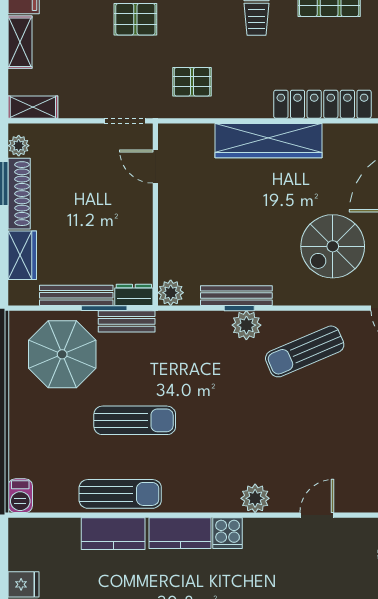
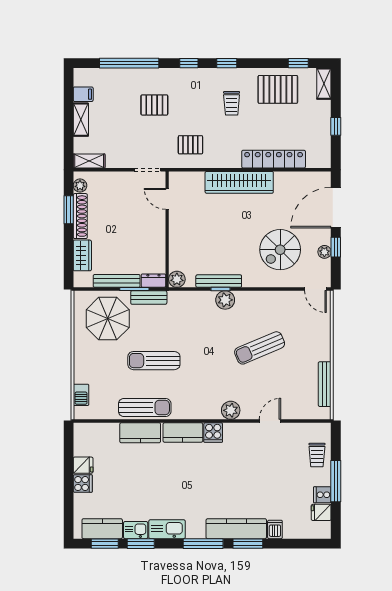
sun lounger: (305, 351) -> (260, 348), moved
sun lounger: (135, 420) -> (154, 361), turned 180
barbecue: (20, 496) -> (81, 395), moved

